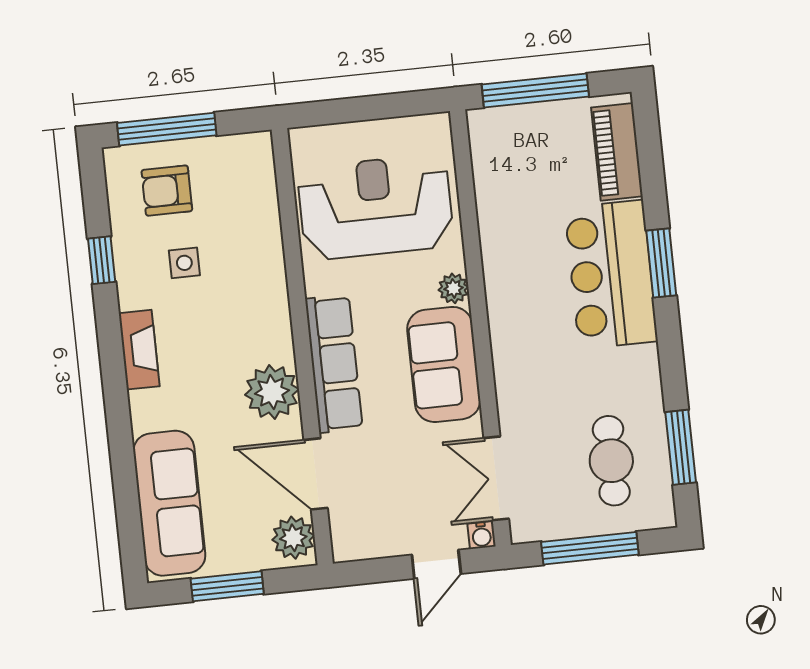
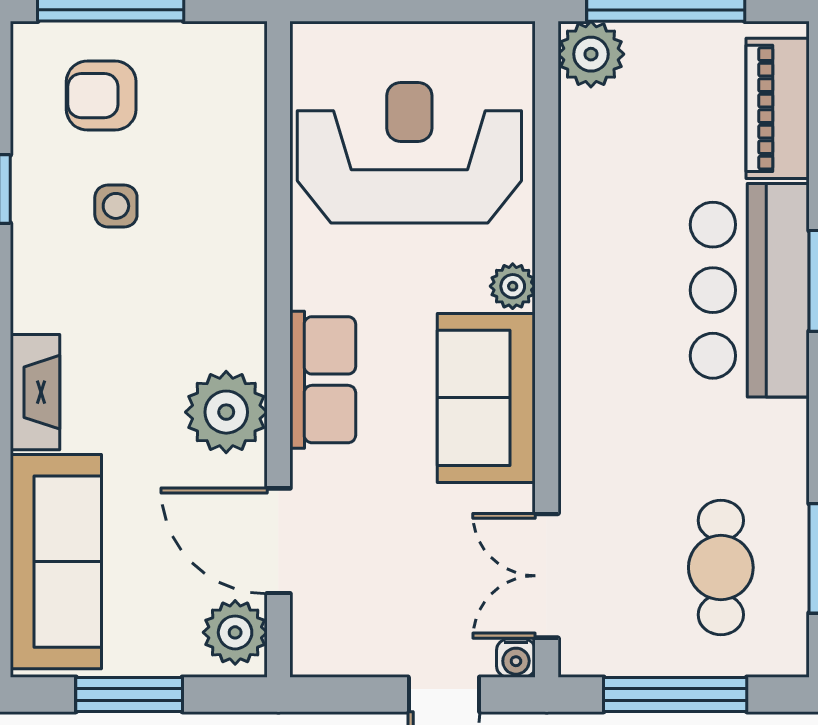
plant: (489, 129) -> (591, 54), added
fireplace: (139, 350) -> (35, 392), moved
row of seats: (334, 364) -> (323, 380), width x0.68

